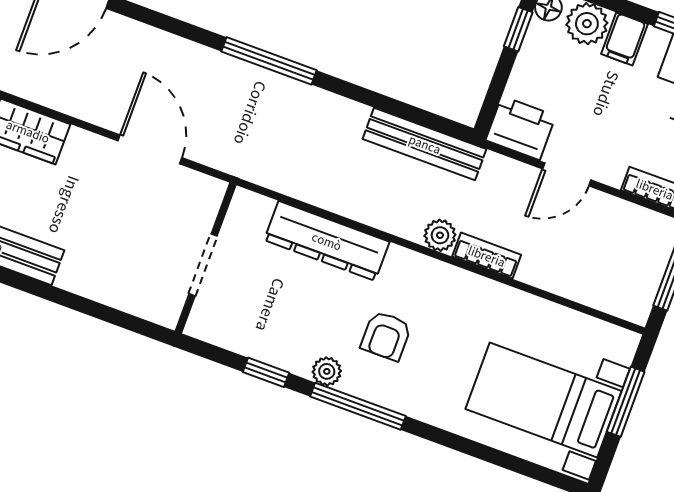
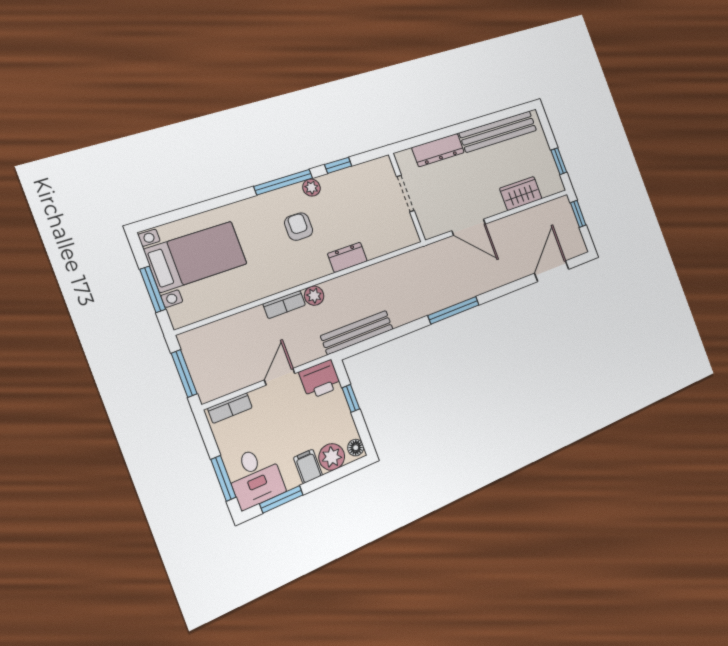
window: (518, 29) -> (351, 398), moved
dresser: (327, 241) -> (347, 257), width x0.51, depth x0.80
dresser: (104, 285) -> (438, 150), added

